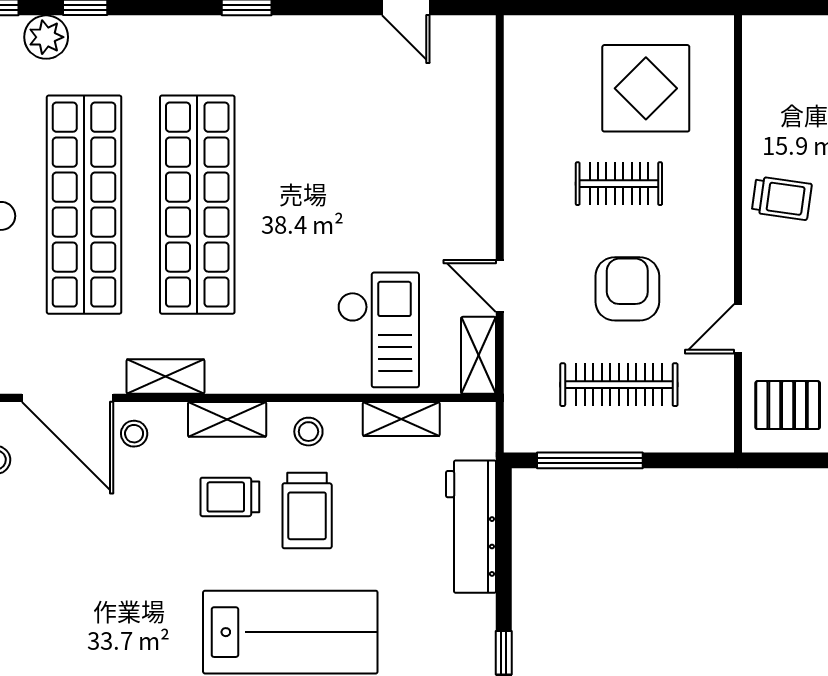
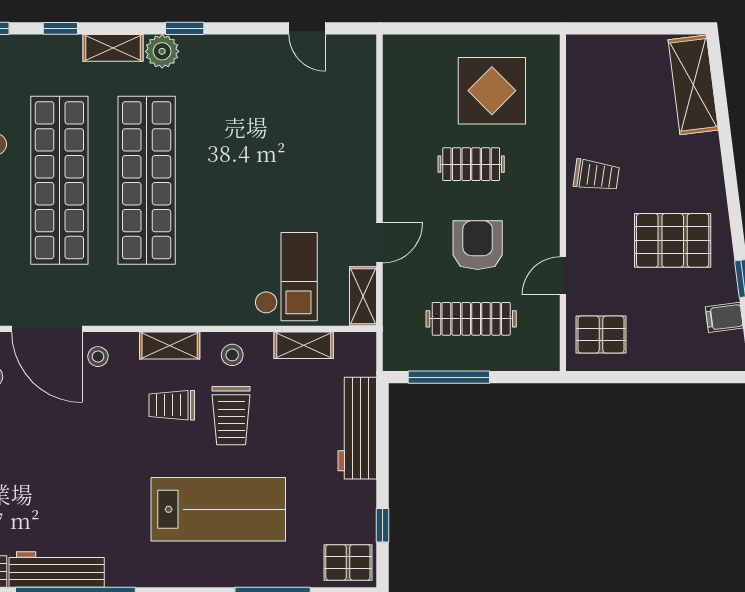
plant: (46, 37) -> (162, 51), moved
door: (500, 286) -> (380, 243), swing flipped
shelving: (165, 376) -> (113, 48), moved

